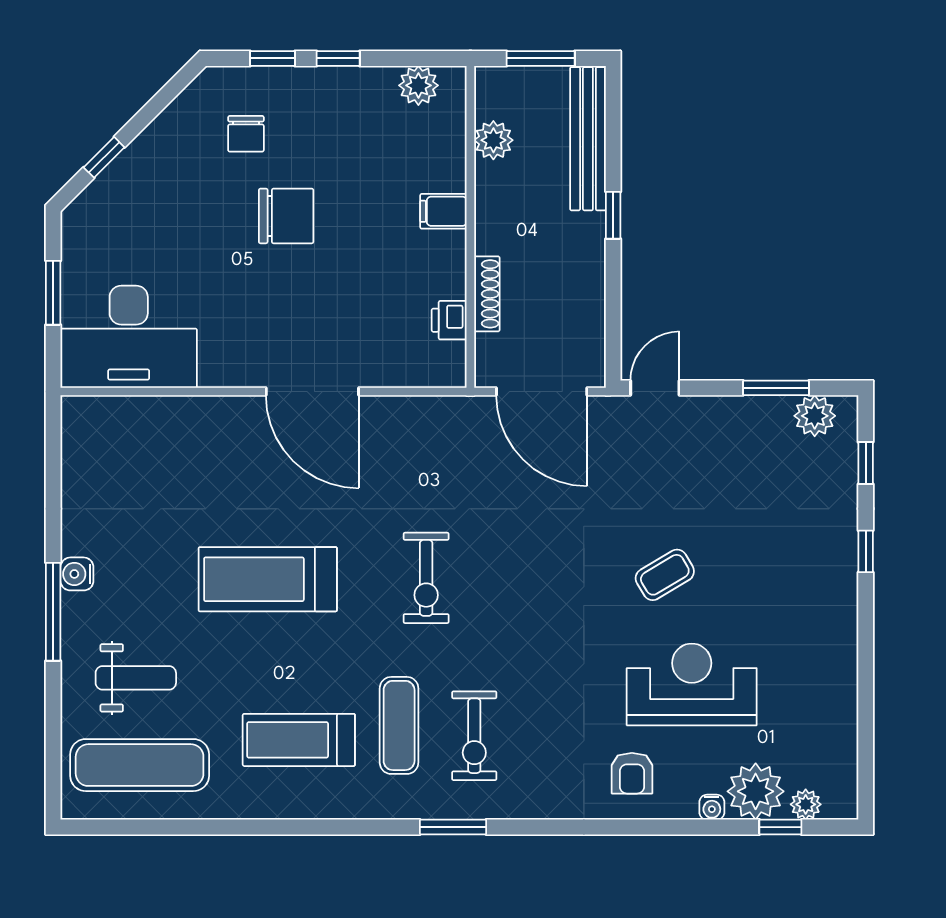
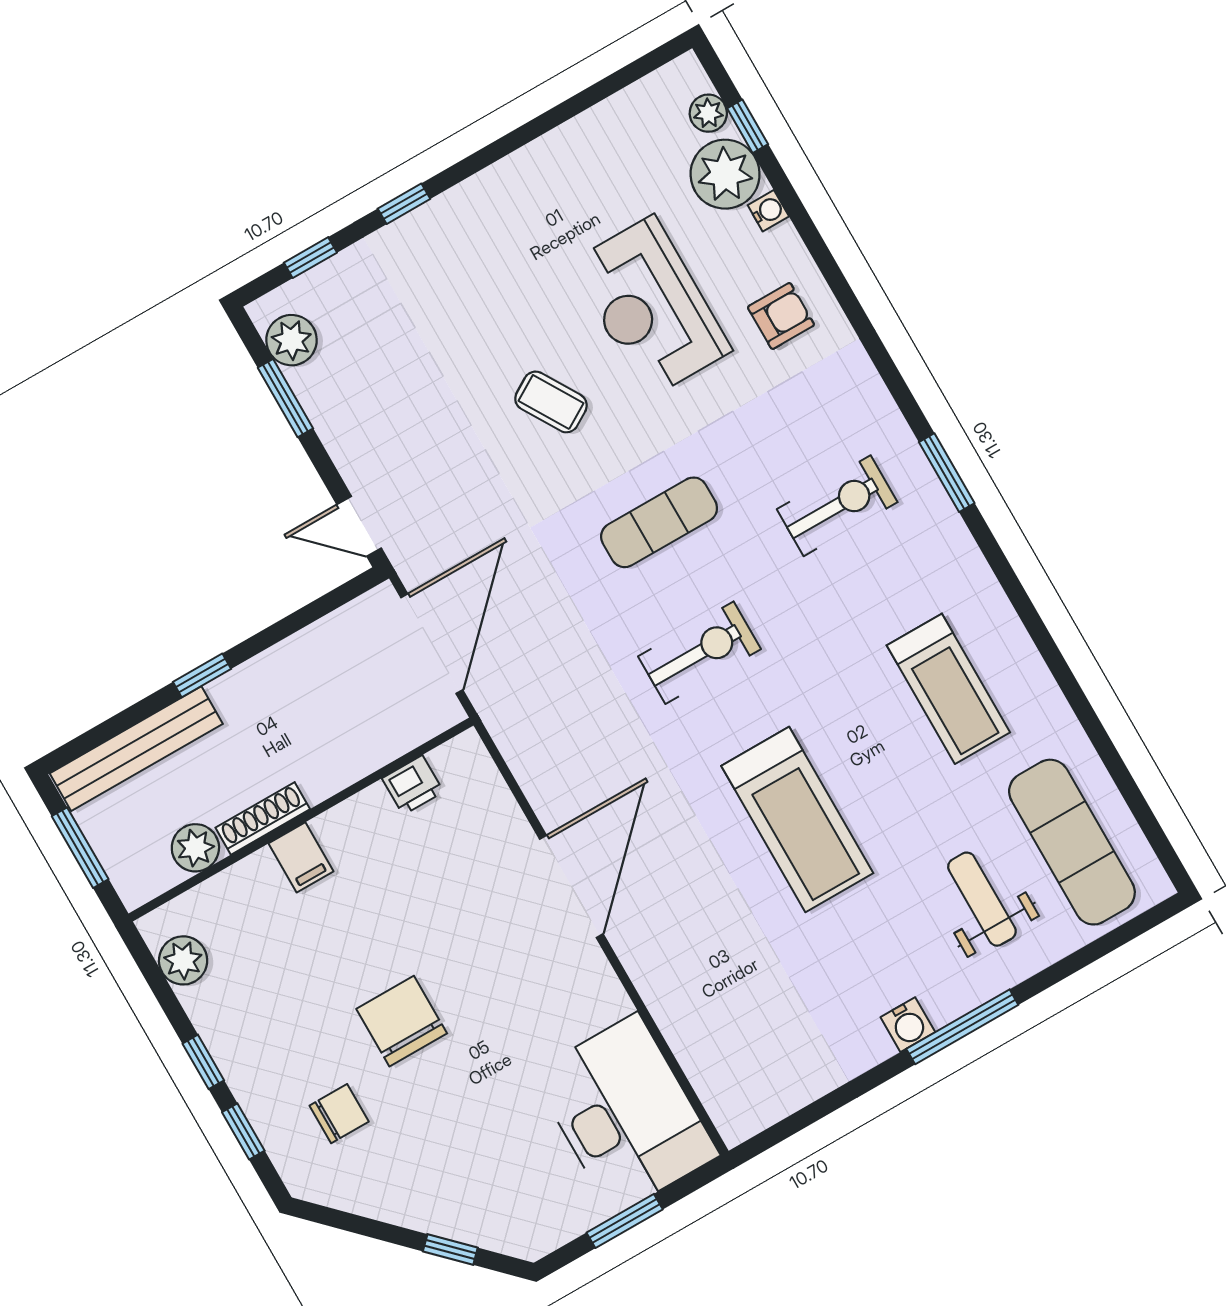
shoe rack: (487, 294) -> (263, 818), moved
exercise mat: (399, 725) -> (659, 522), moved

